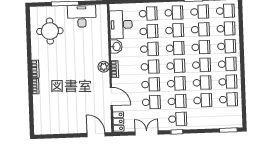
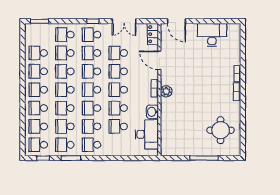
school desk: (148, 14) -> (65, 35), moved
desk: (82, 16) -> (212, 35), moved, turned 180

